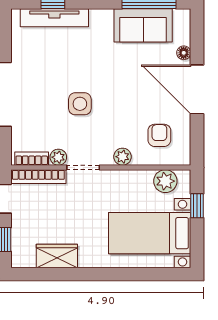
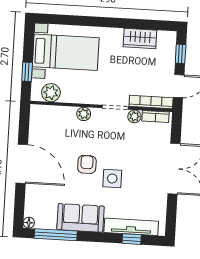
sofa: (143, 25) -> (81, 218), moved
floor lamp: (184, 53) -> (29, 223), moved
side table: (80, 104) -> (112, 179), moved
armchair: (159, 135) -> (87, 164), moved, turned 180

